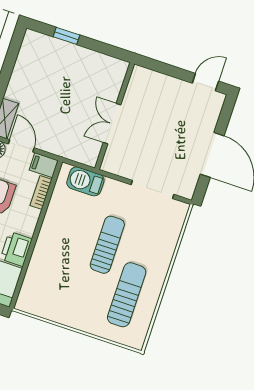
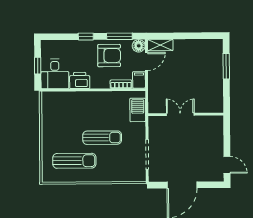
window: (66, 36) -> (226, 66), width x1.50

